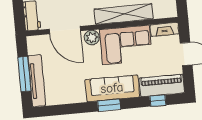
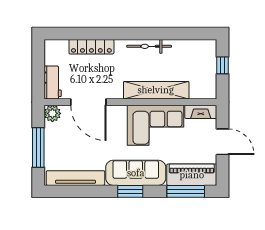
plant: (92, 38) -> (52, 113), moved
tv unit: (37, 81) -> (76, 178), moved, turned -90
window: (158, 101) -> (186, 191), width x2.17

